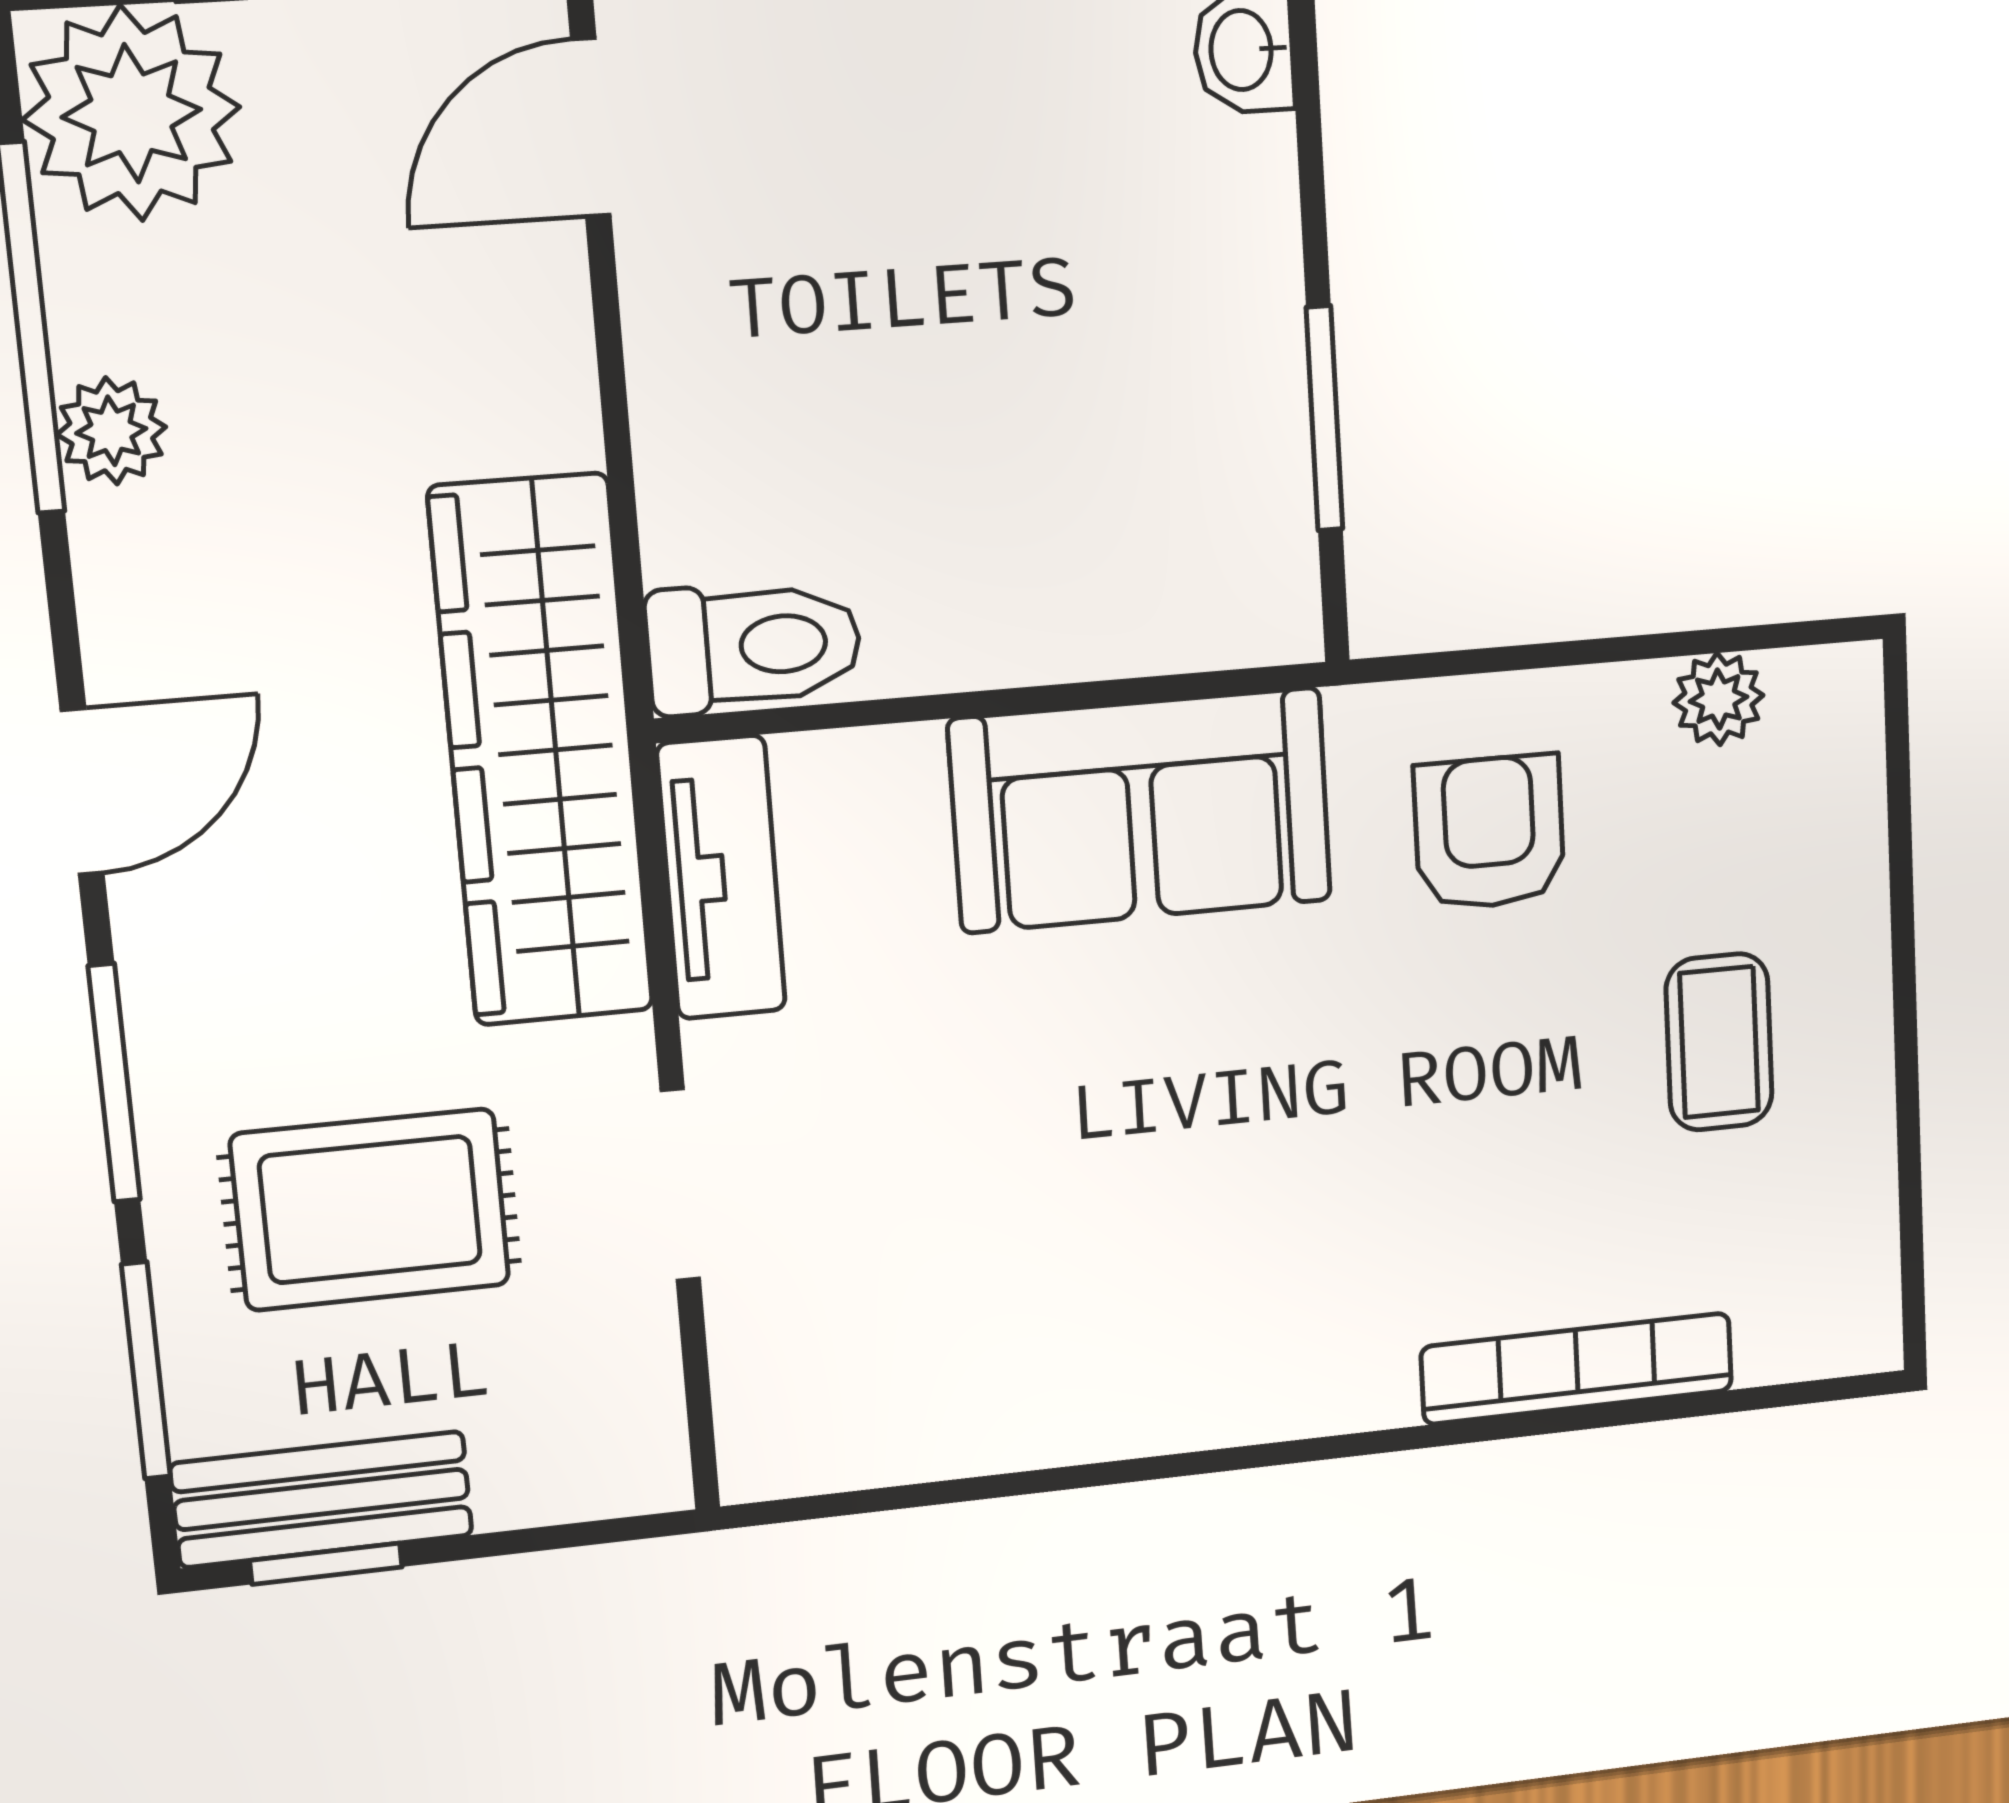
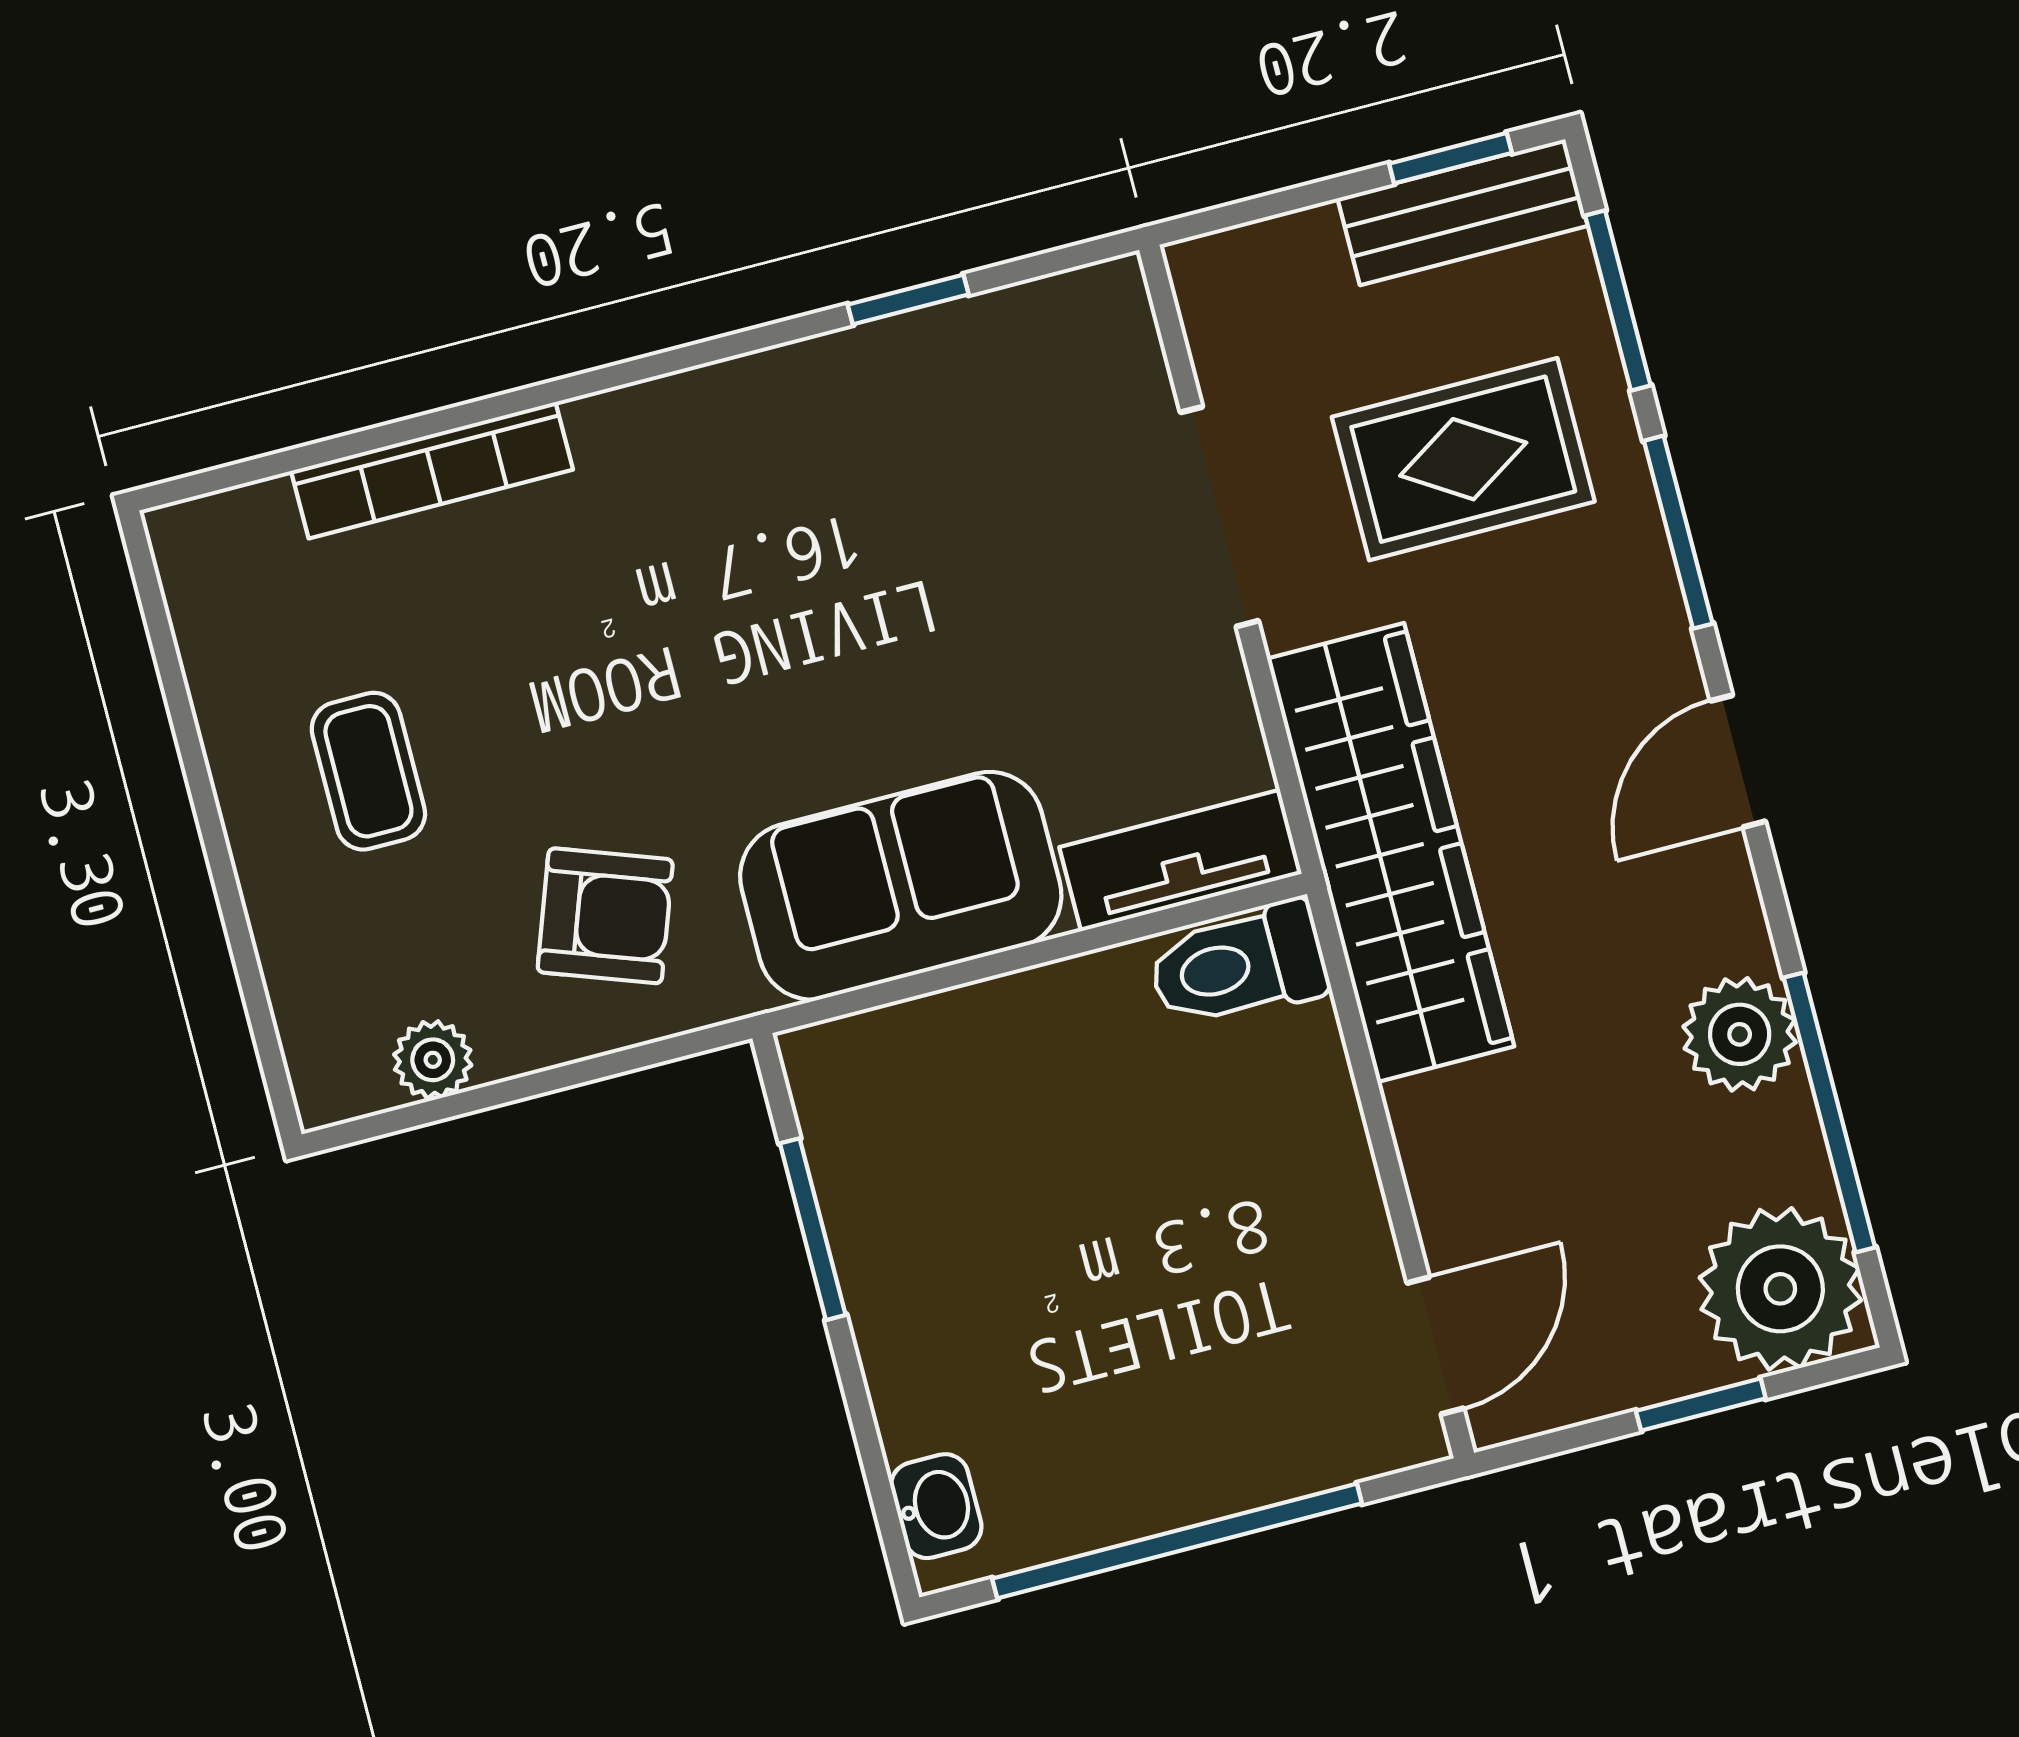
plant: (111, 431) -> (1740, 1034), width x1.38, depth x1.38
armchair: (1489, 832) -> (605, 916), turned -70
tv unit: (721, 877) -> (1181, 860), moved, turned 90
doorway: (680, 1185) -> (1219, 517), width x1.38
window: (1001, 1486) -> (908, 299), added

